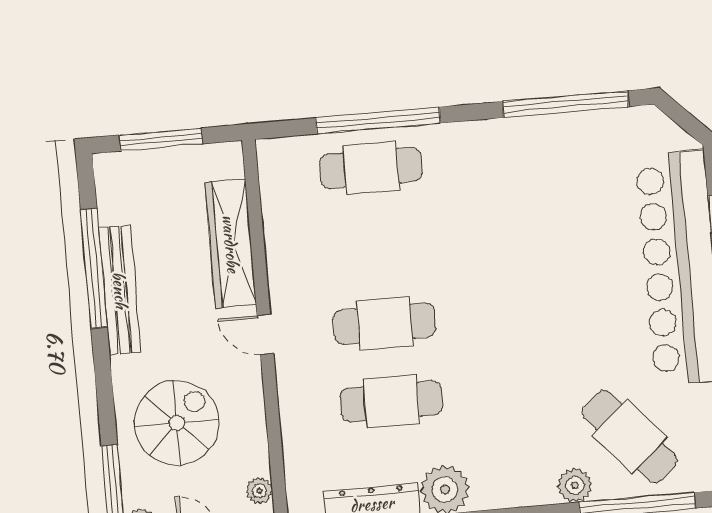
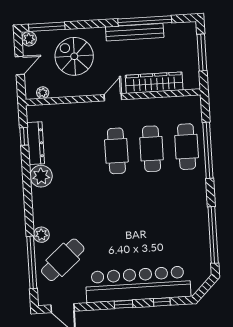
cafe table: (391, 401) -> (151, 149), moved
spiral stairs: (177, 423) -> (74, 56), turned 180

